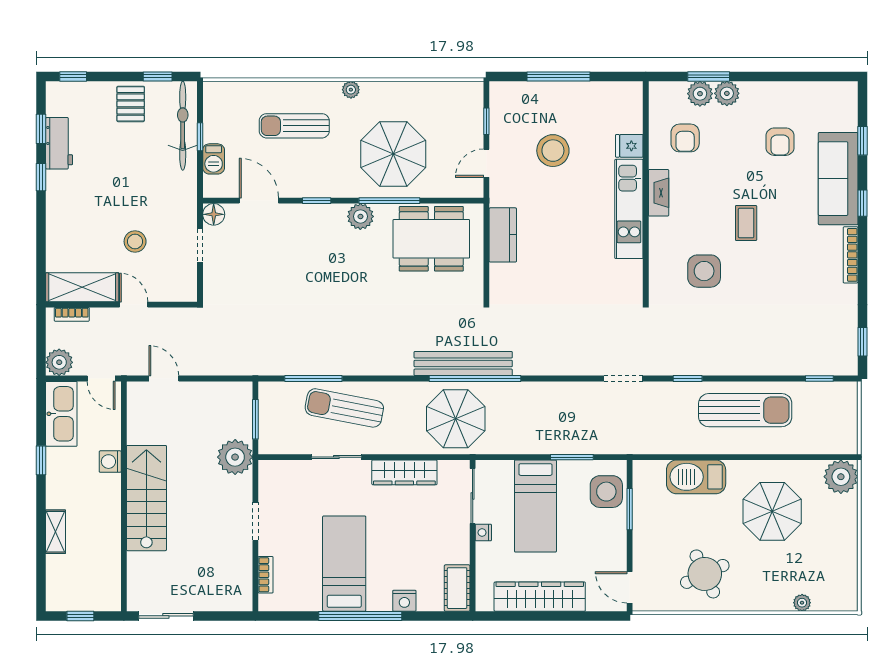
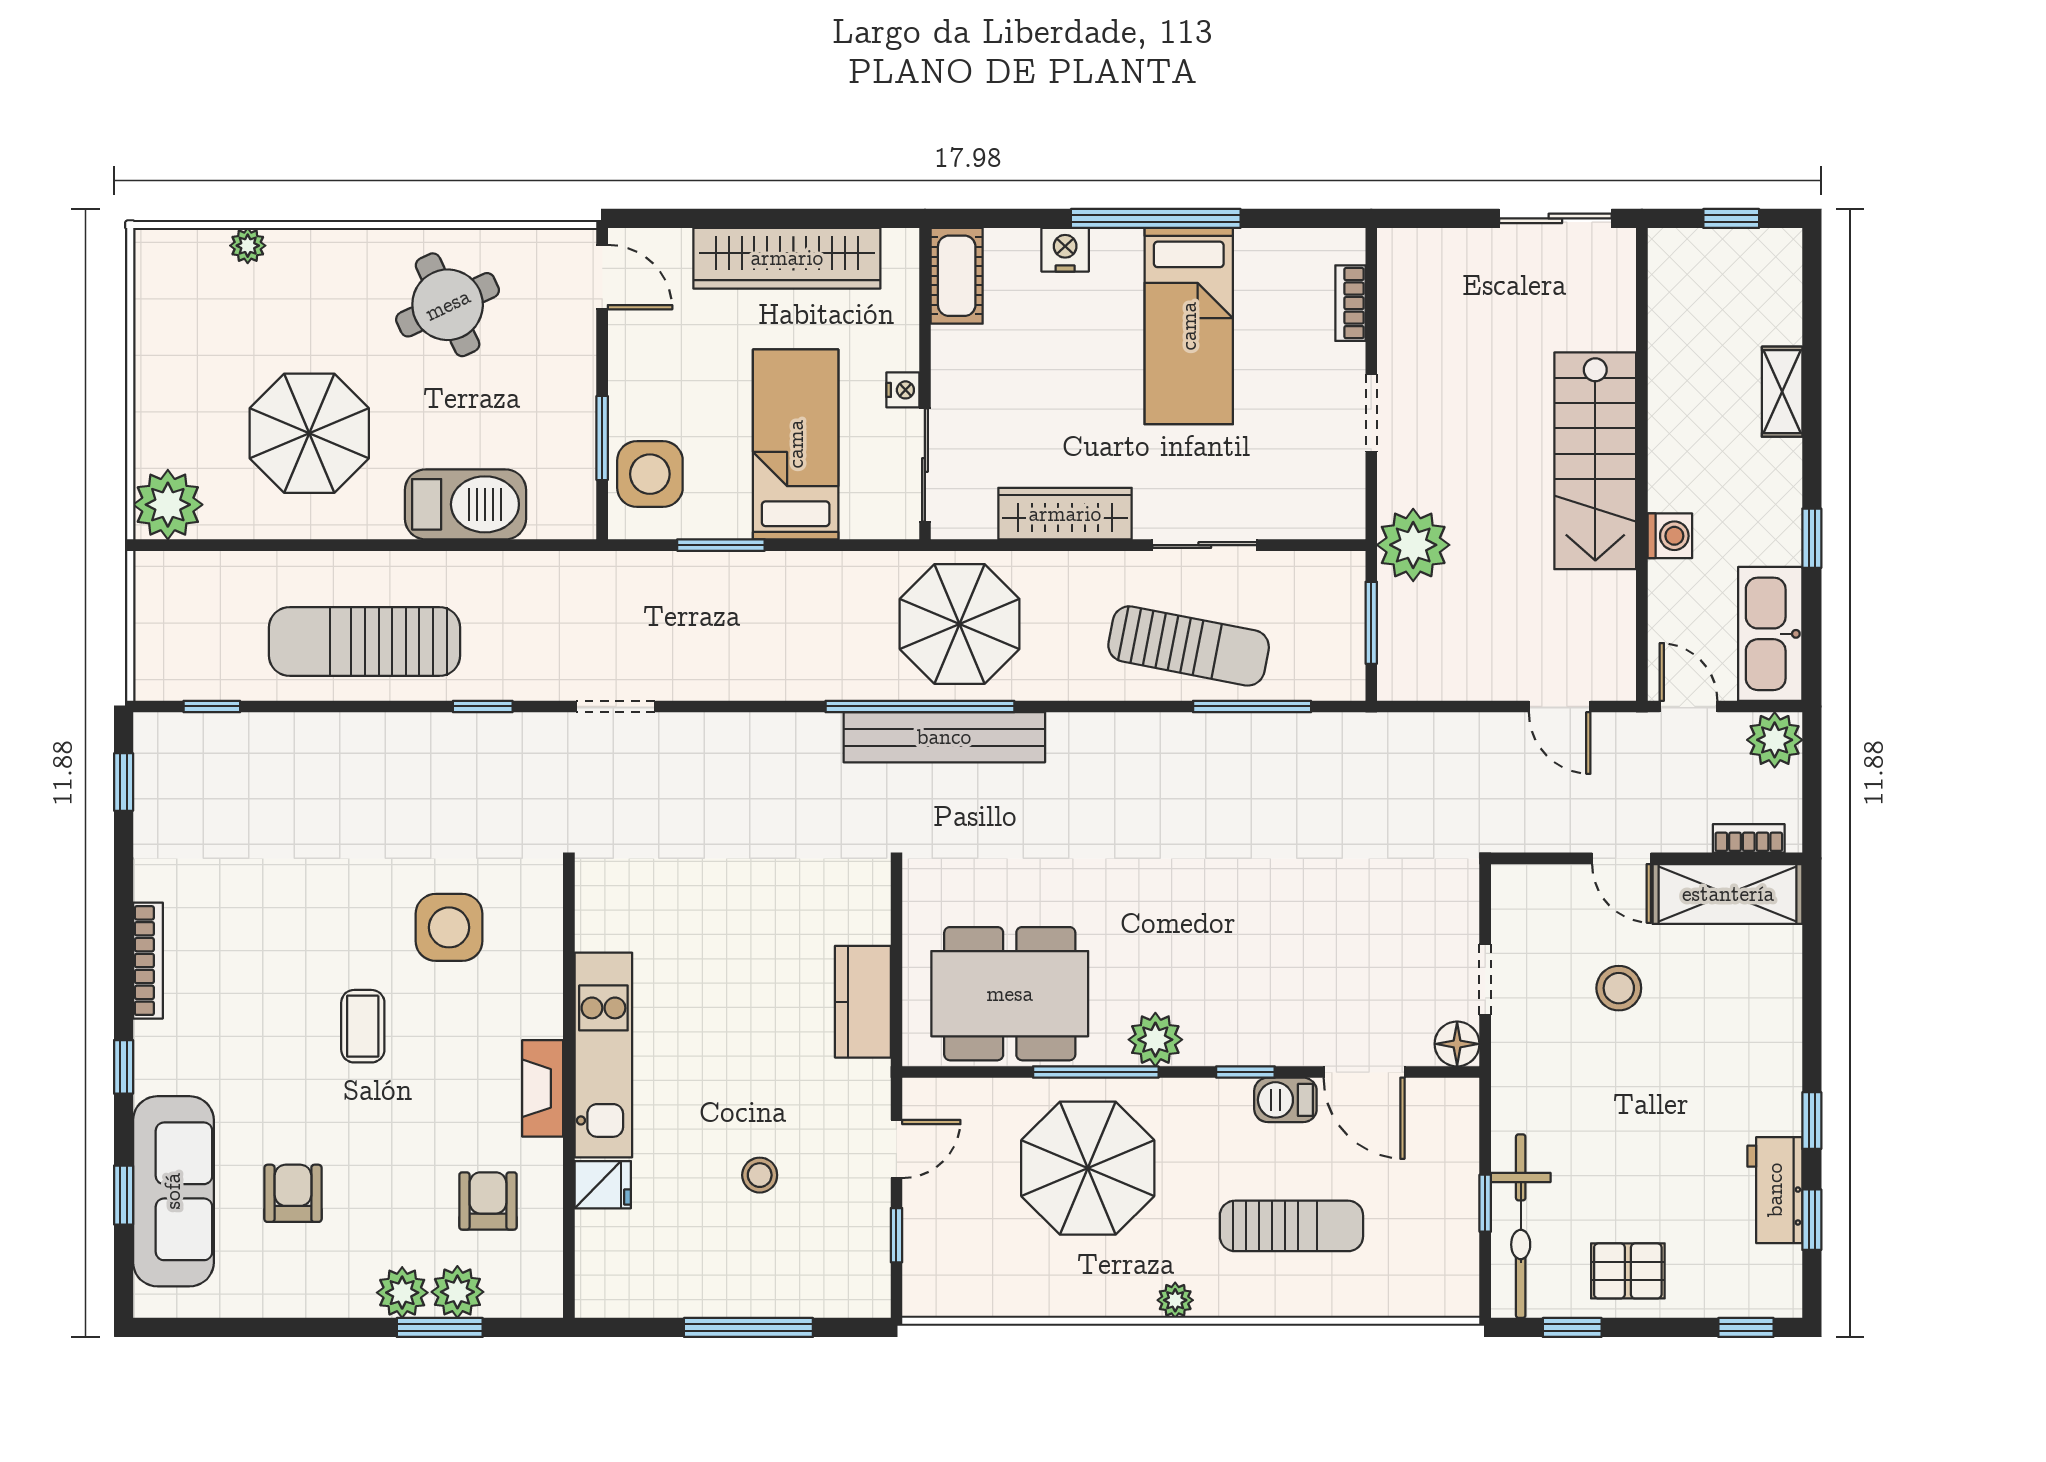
pallet: (131, 104) -> (1628, 1271), turned 90
stool: (553, 151) -> (760, 1175), width x0.53, depth x0.53
barbecue: (214, 159) -> (1285, 1100), moved, turned -90
sofa: (838, 179) -> (173, 1191), moved

